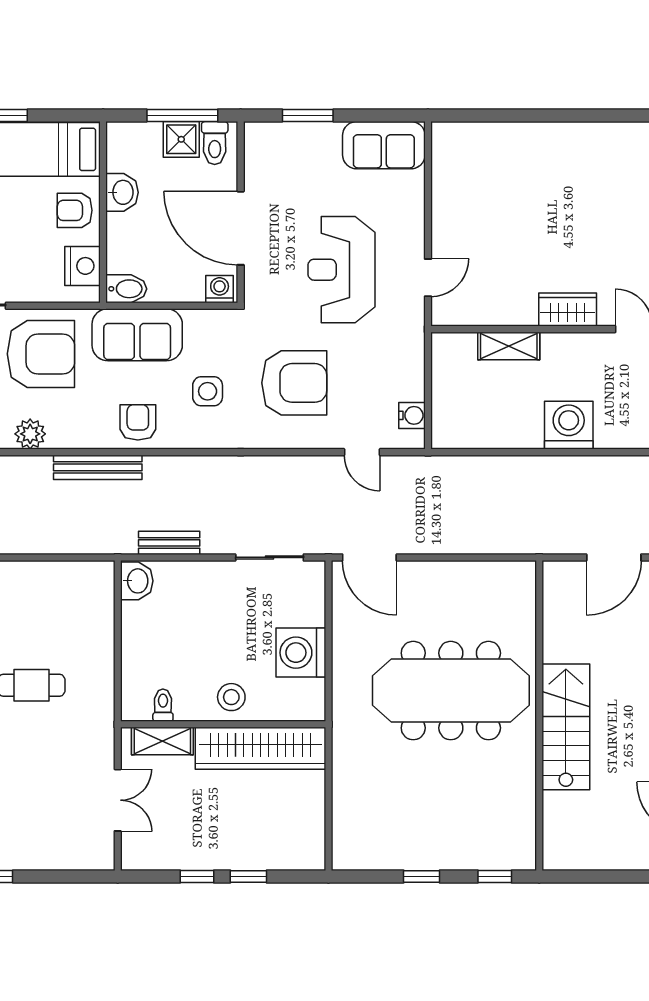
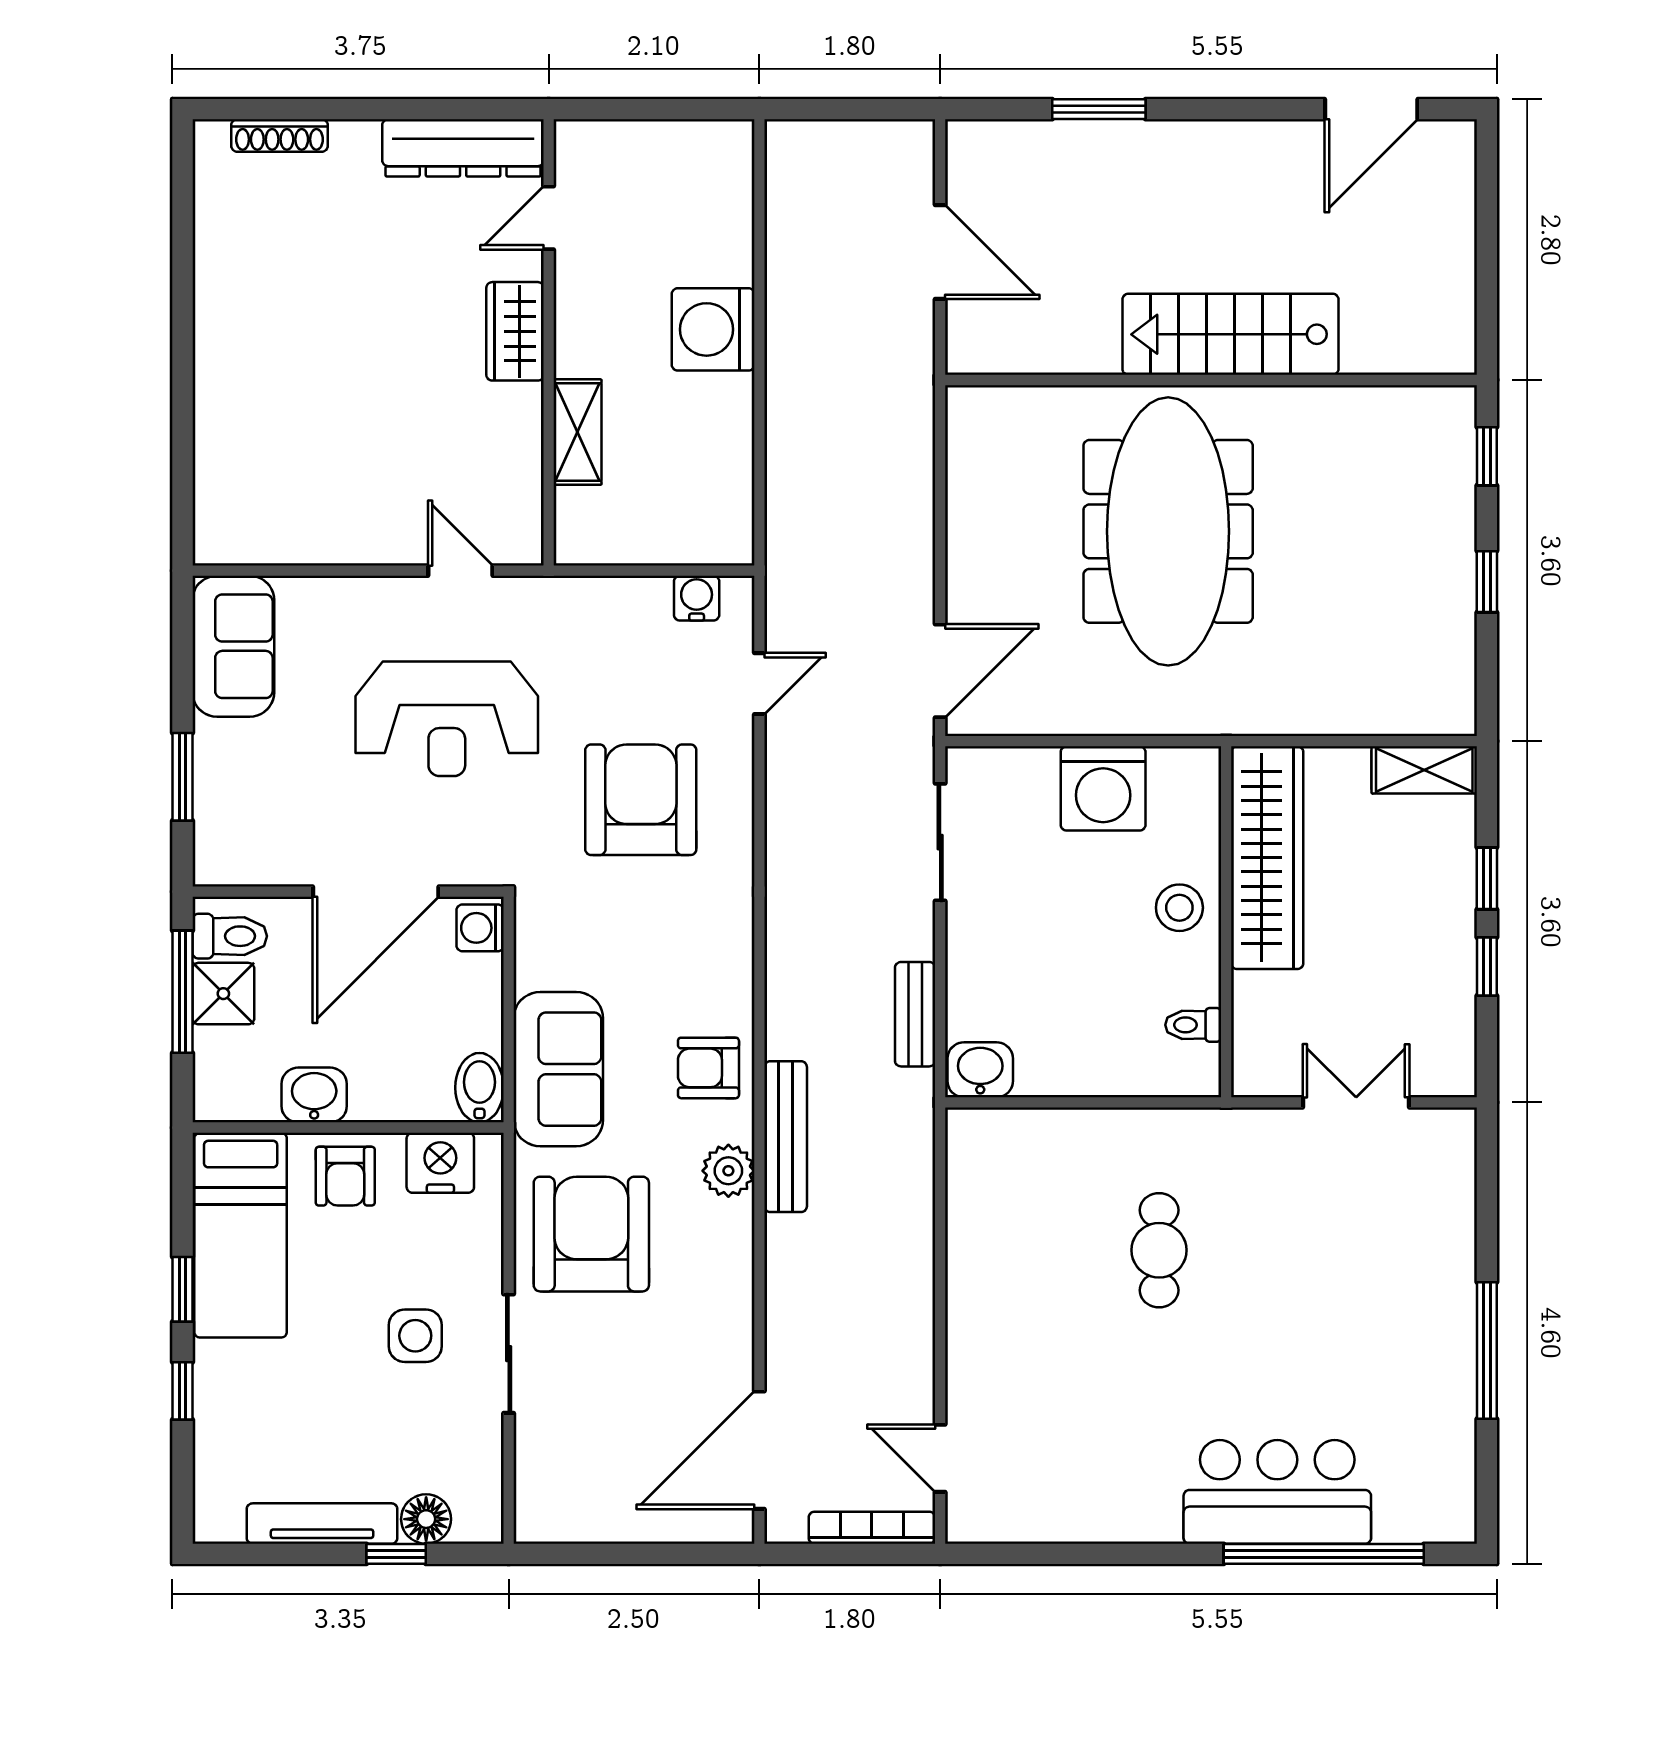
side table: (208, 391) -> (655, 948), removed
plant: (30, 434) -> (728, 1171), moved
shelving: (162, 741) -> (1424, 770), moved, turned 90

